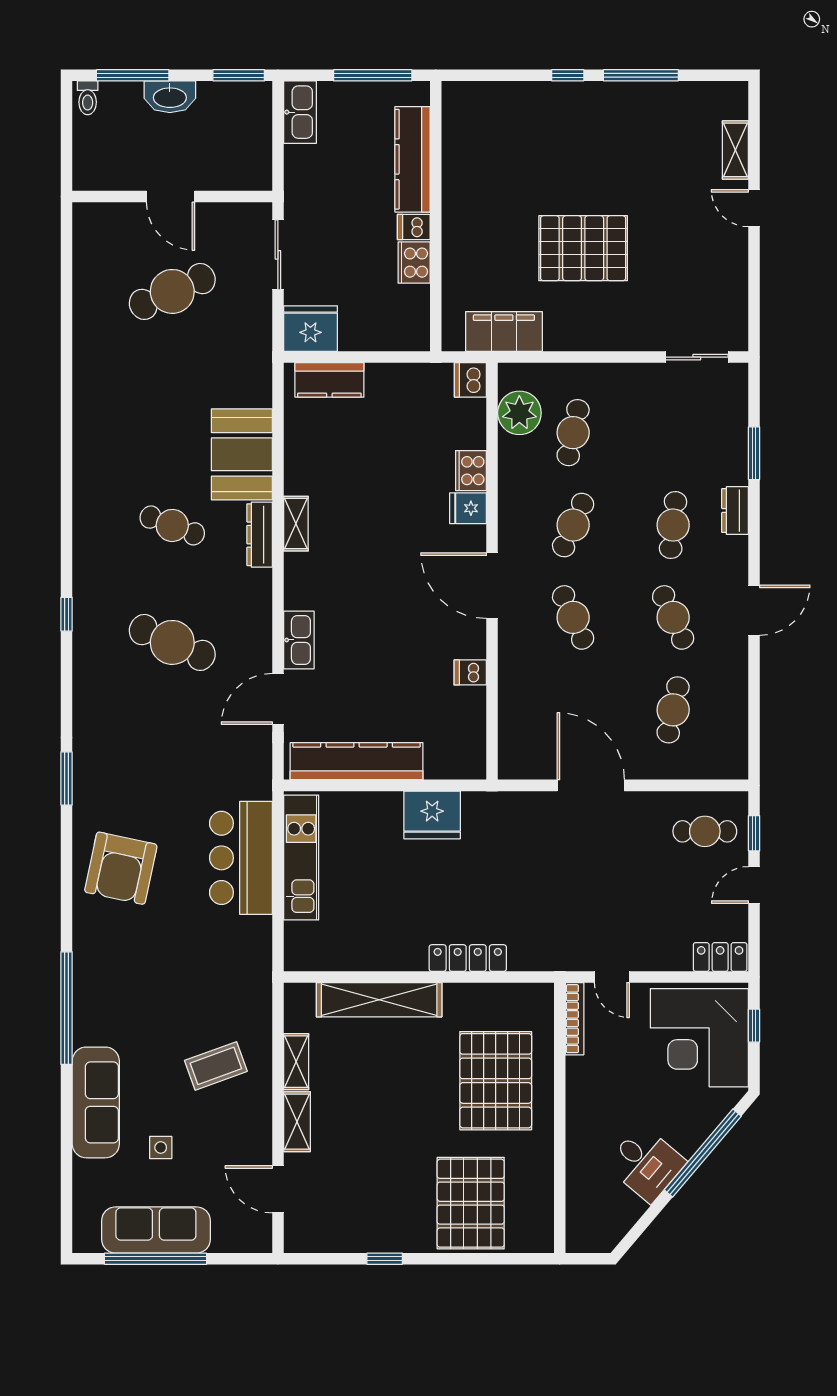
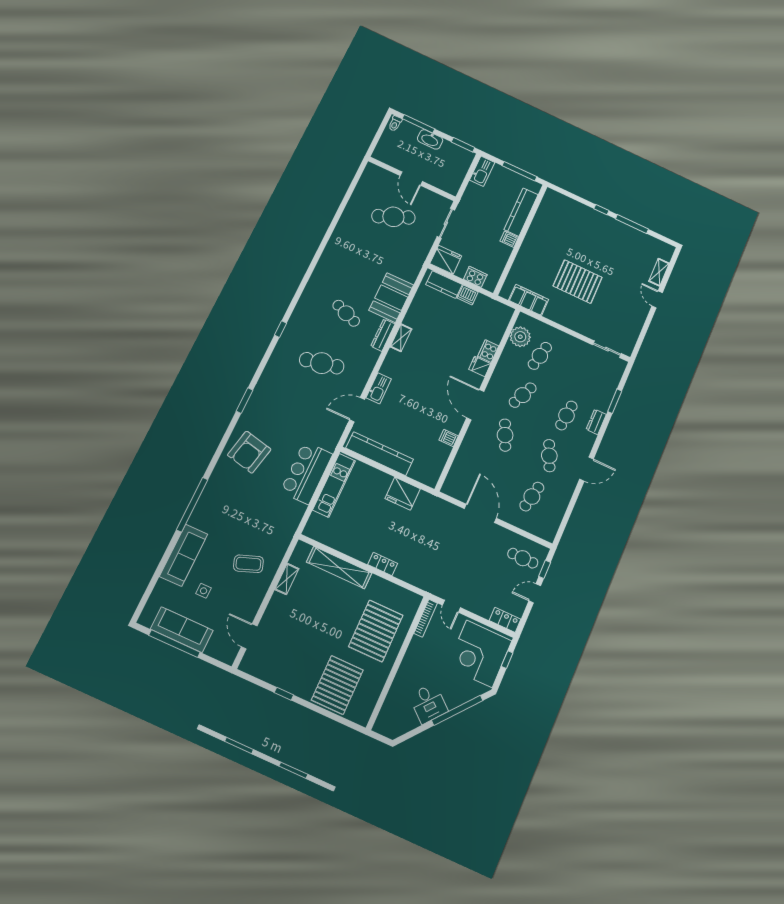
cooker: (414, 263) -> (475, 277), moved, turned 90
dishwasher: (470, 380) -> (468, 295), moved, turned -90
cafe table: (172, 642) -> (322, 363), turned -36
locker: (468, 958) -> (383, 564), width x0.66
shelving: (297, 1122) -> (274, 608), removed

